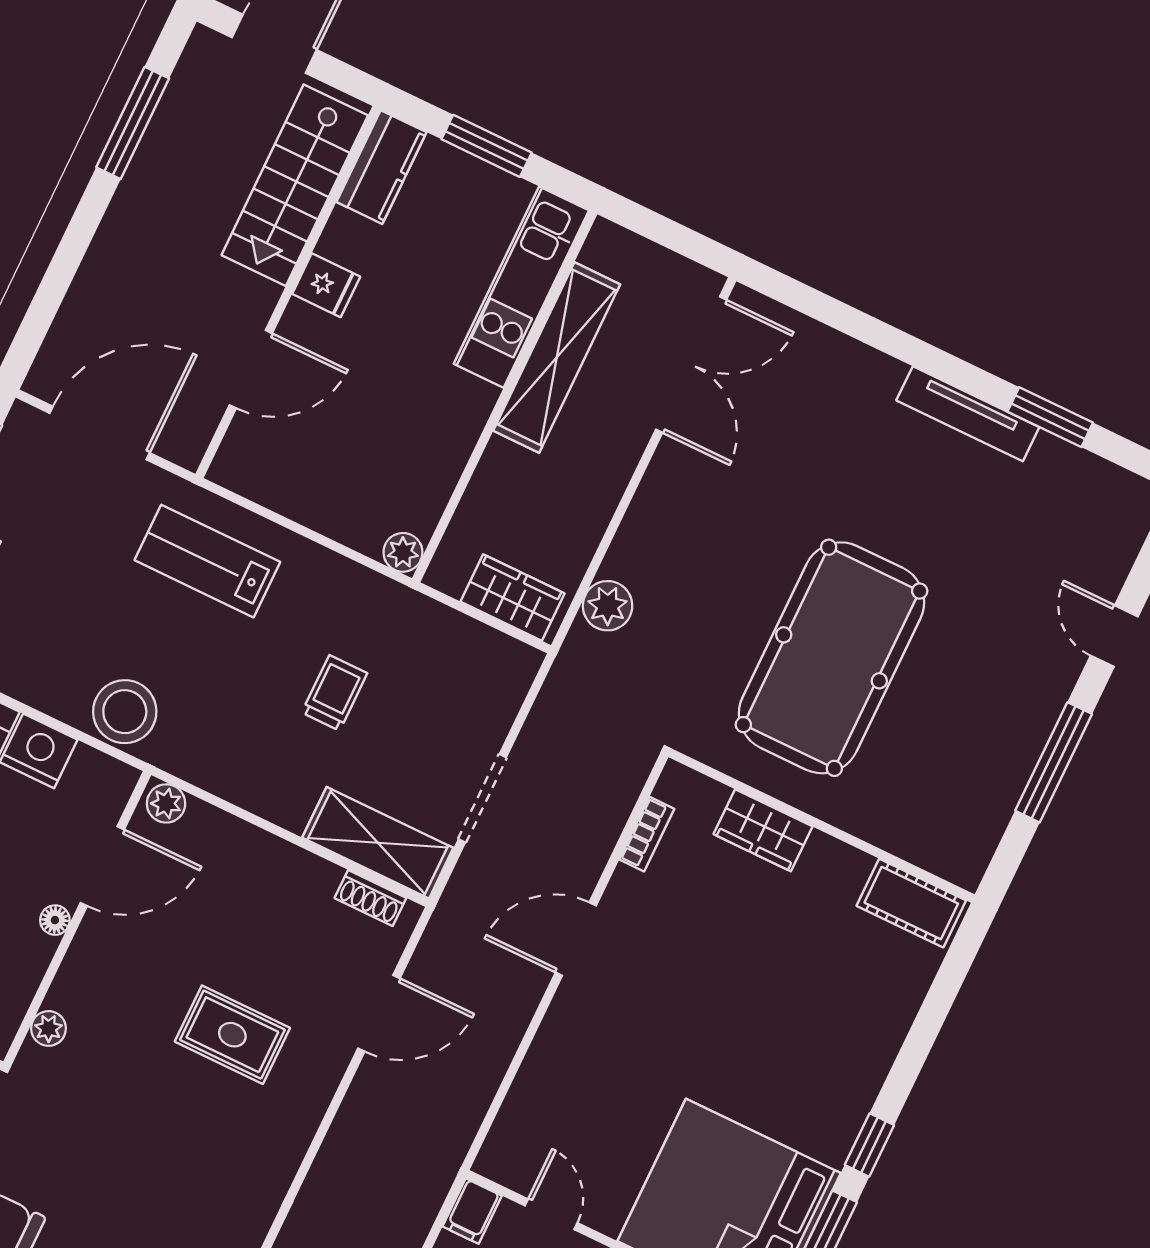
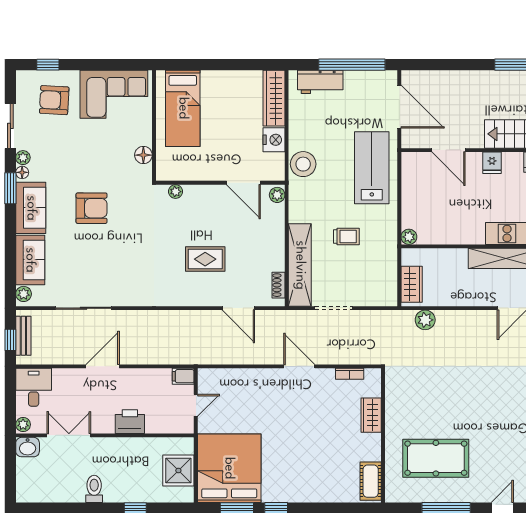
lab bench: (207, 561) -> (372, 168), width x1.36, depth x1.39
pool table: (831, 658) -> (436, 458), moved, width x0.73, depth x0.76
shelving: (378, 843) -> (300, 265), width x1.47
floor lamp: (55, 920) -> (216, 175), removed
rug: (232, 1035) -> (205, 259), turned 90

